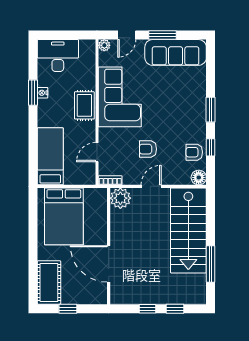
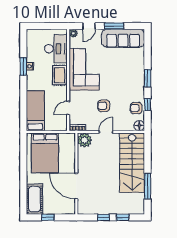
desk: (58, 56) -> (56, 49), moved, turned 90

